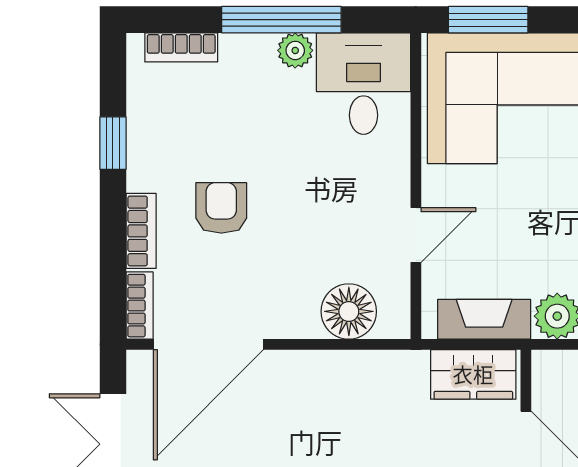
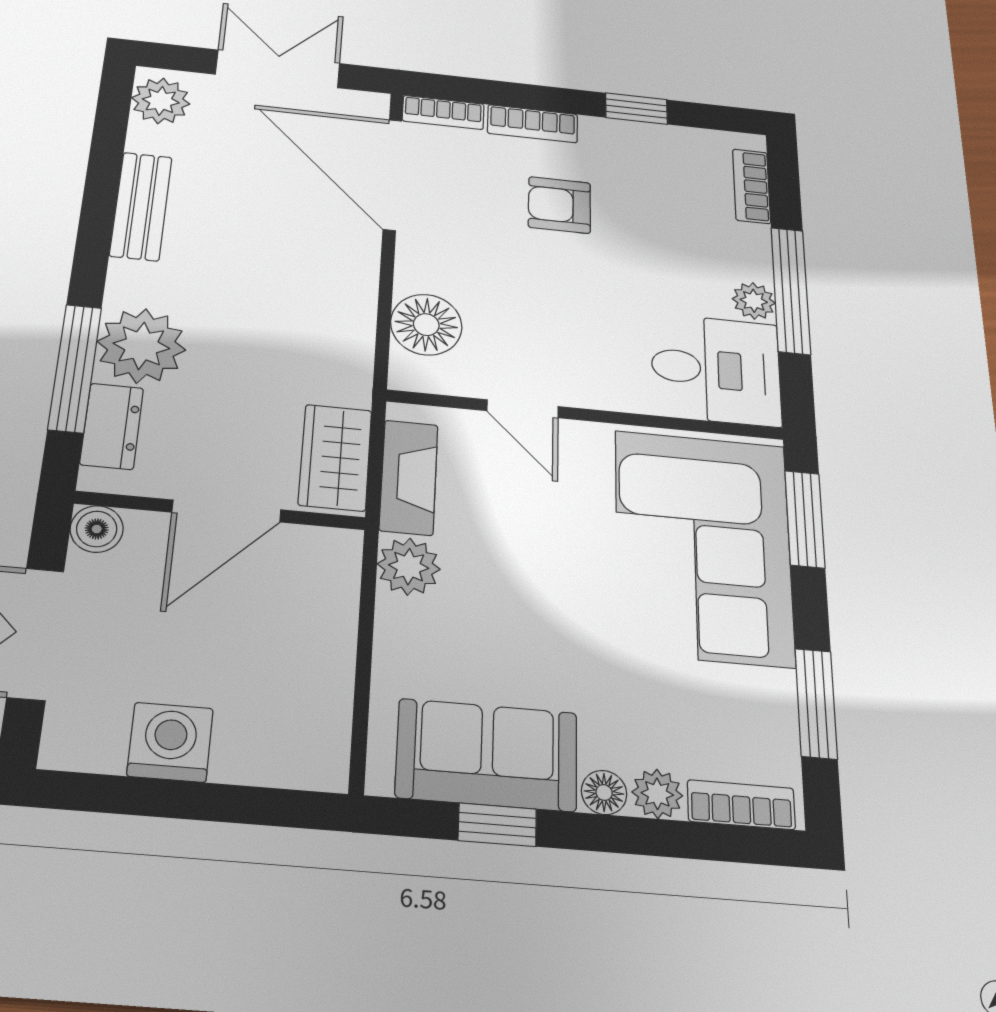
armchair: (221, 208) -> (559, 205), turned 180

